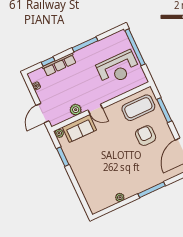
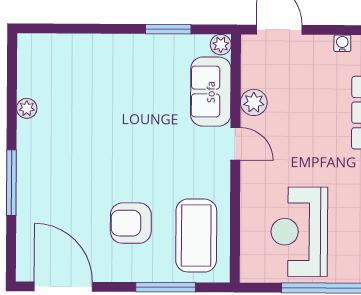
door: (95, 109) -> (235, 144), swing flipped
armchair: (146, 136) -> (131, 223), turned 180

